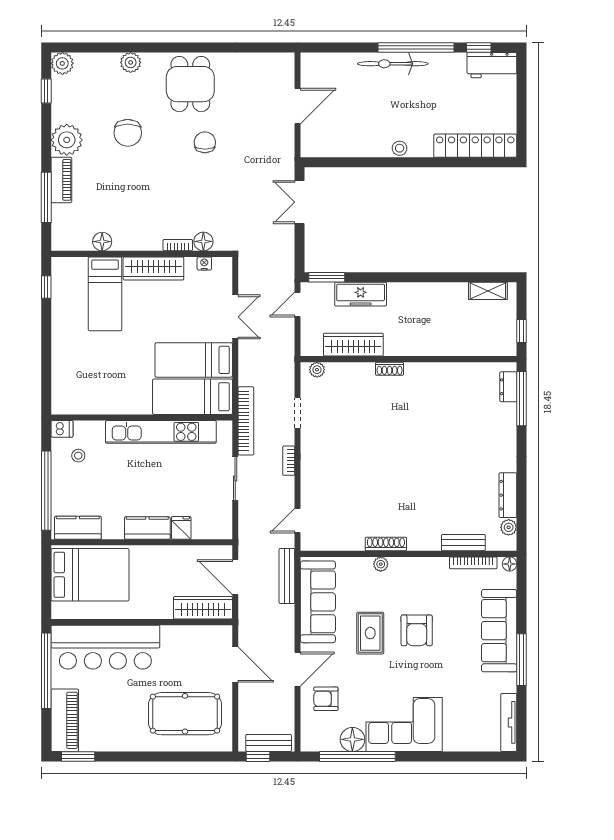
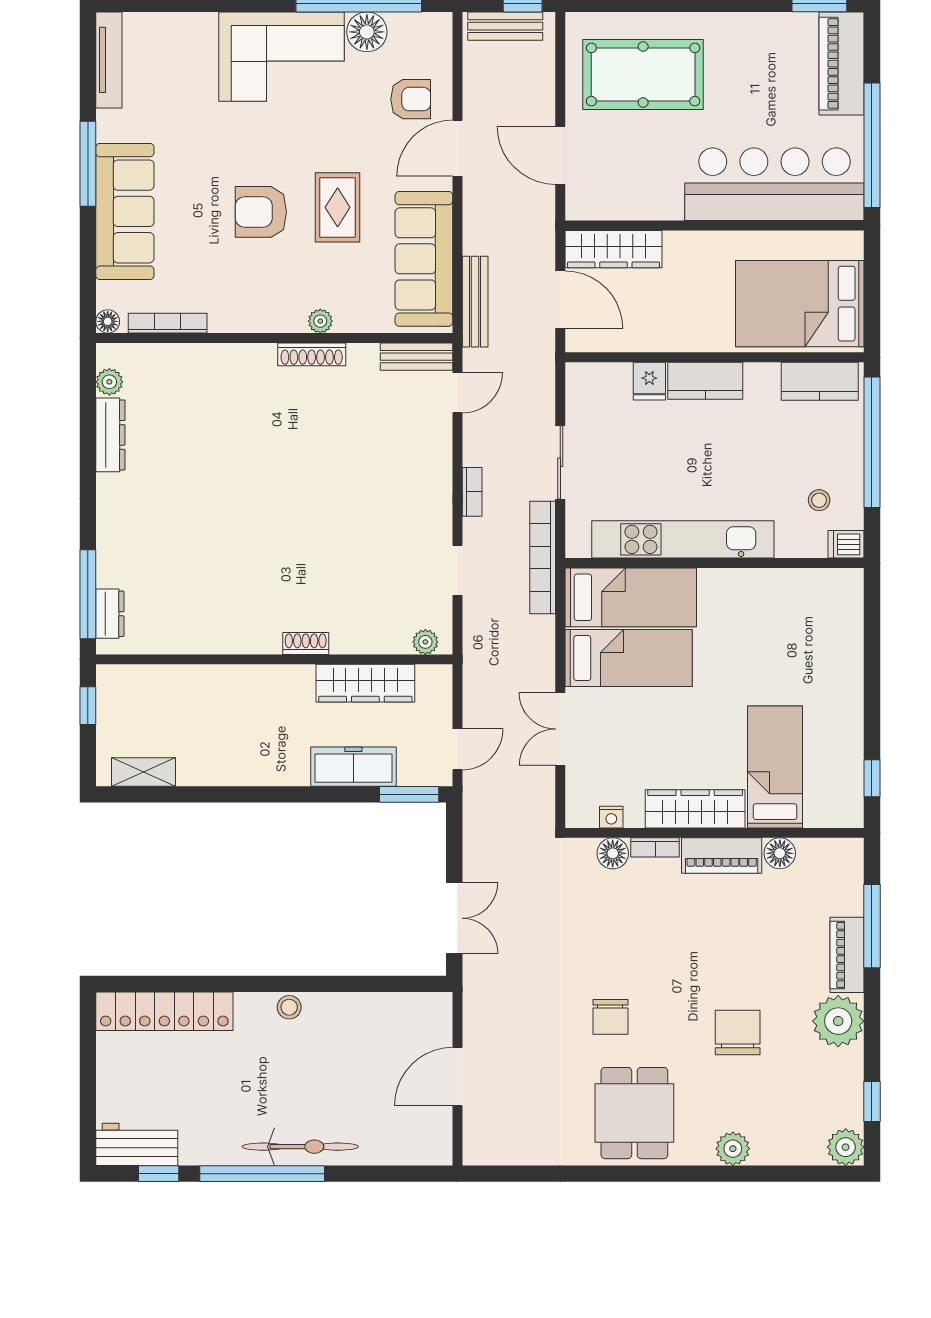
piano: (137, 240) -> (722, 856), added
bench: (463, 543) -> (417, 357), moved
armchair: (417, 630) -> (261, 212), turned -90

